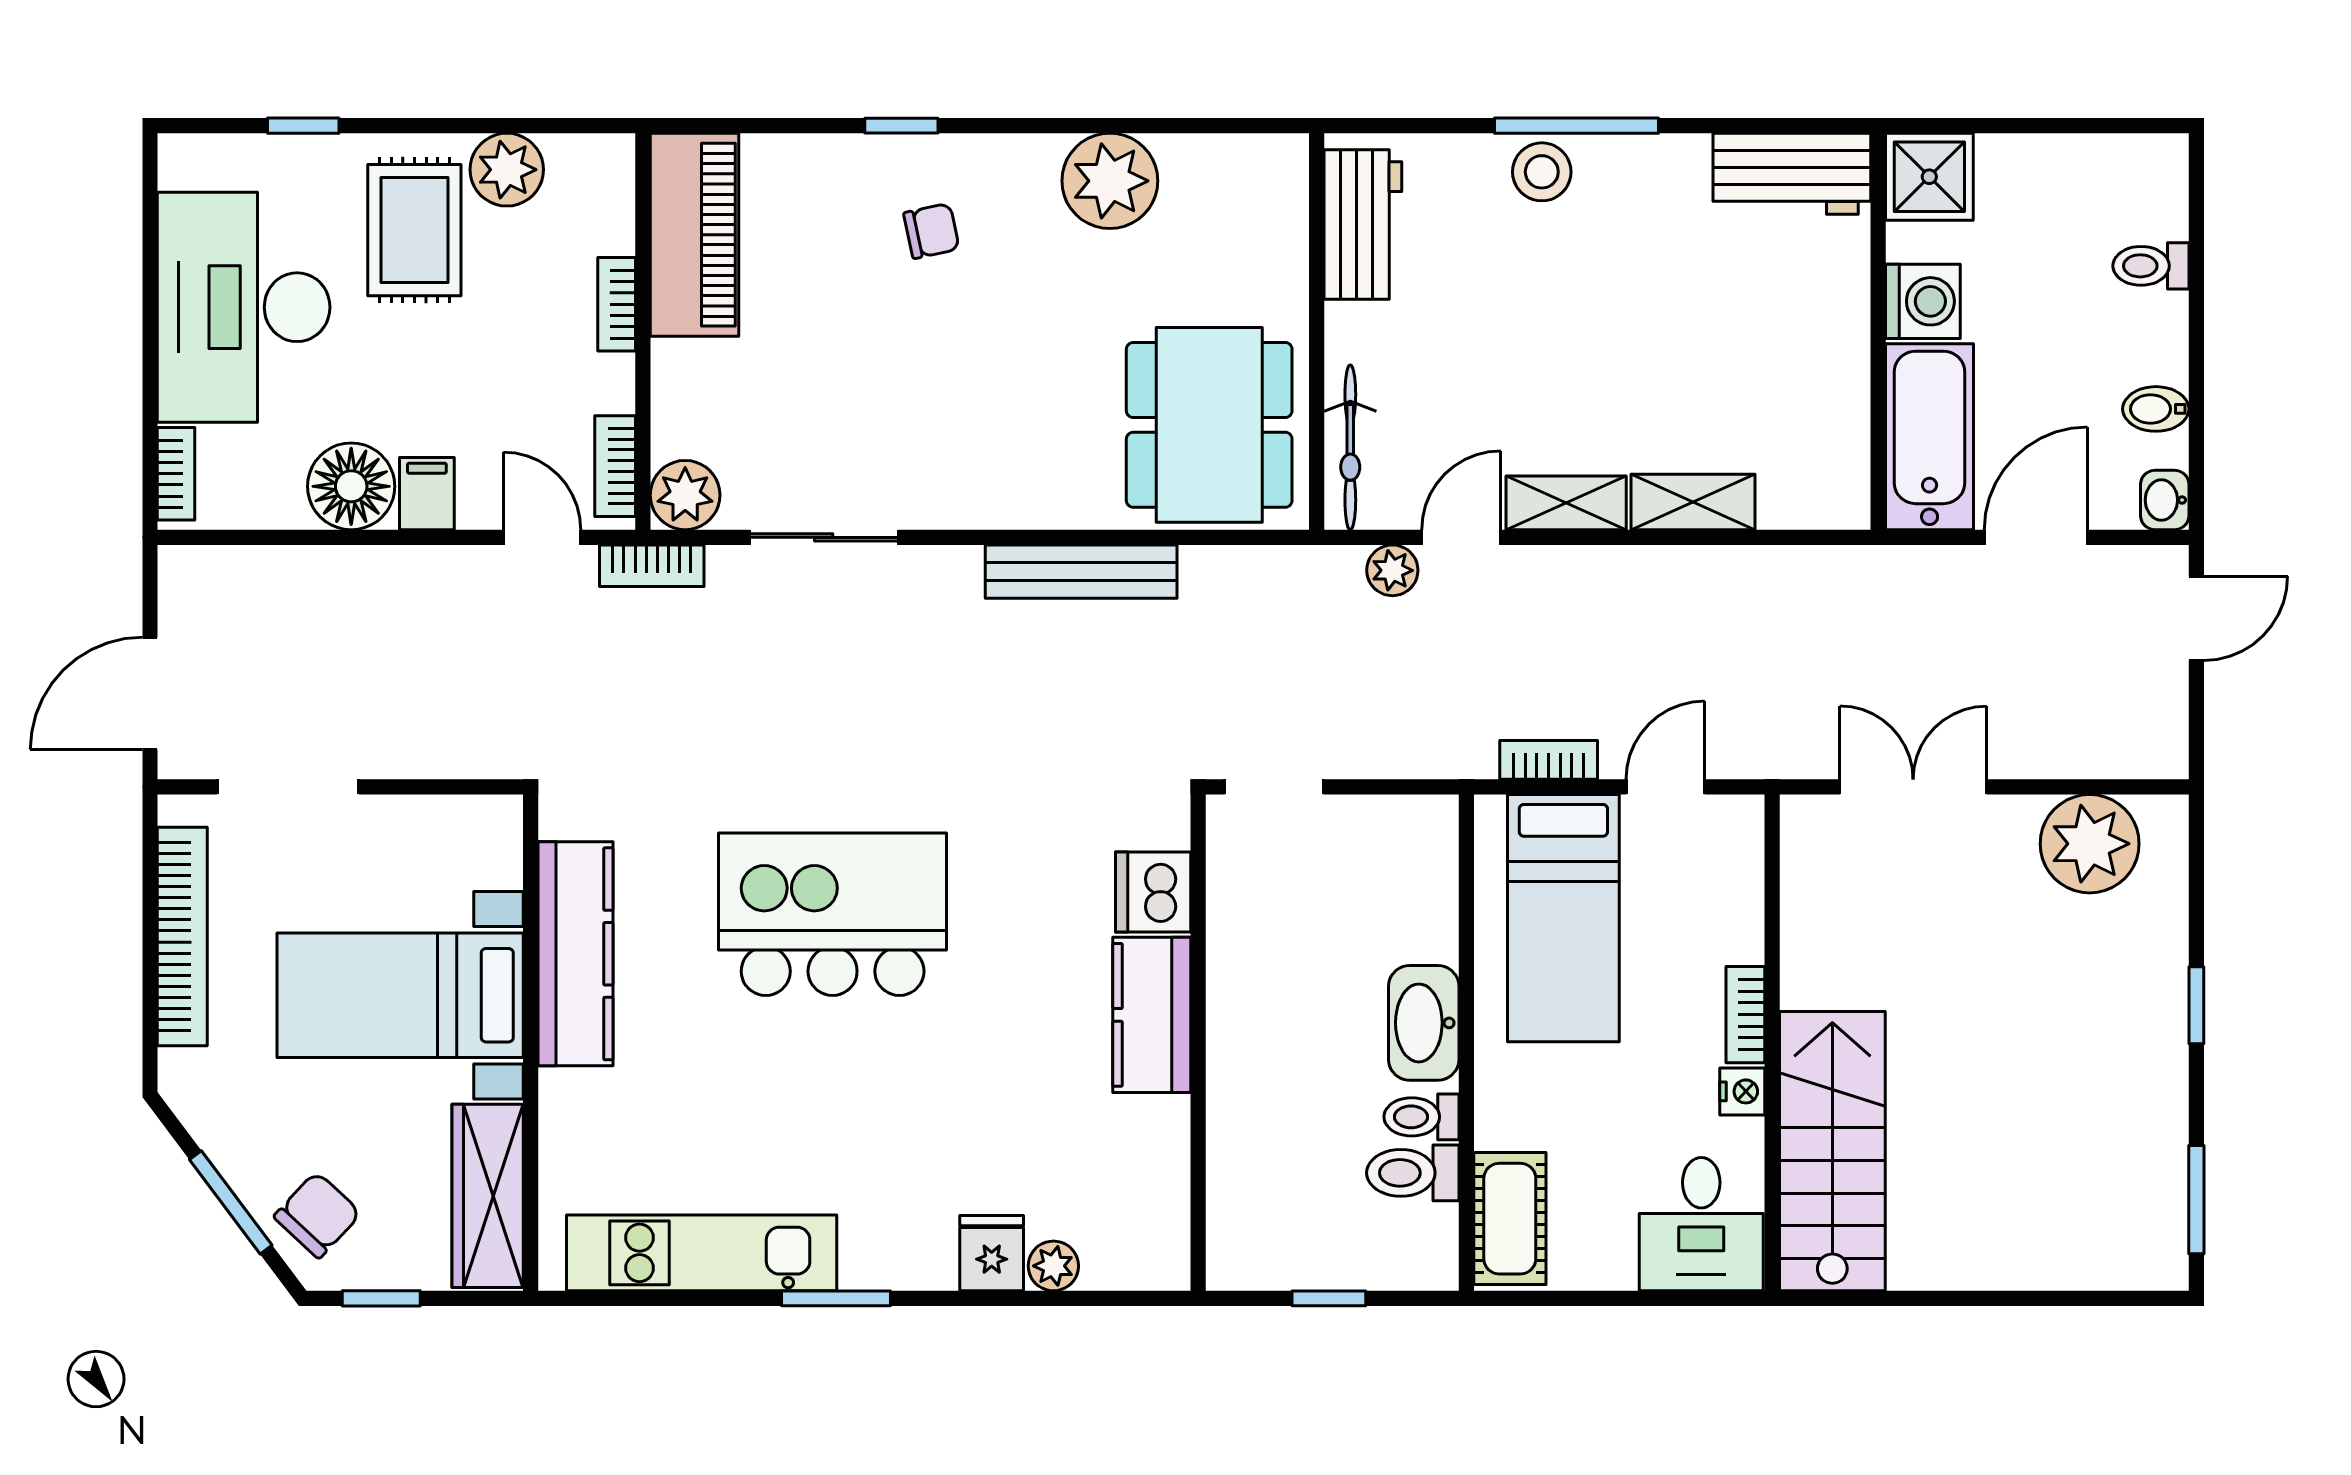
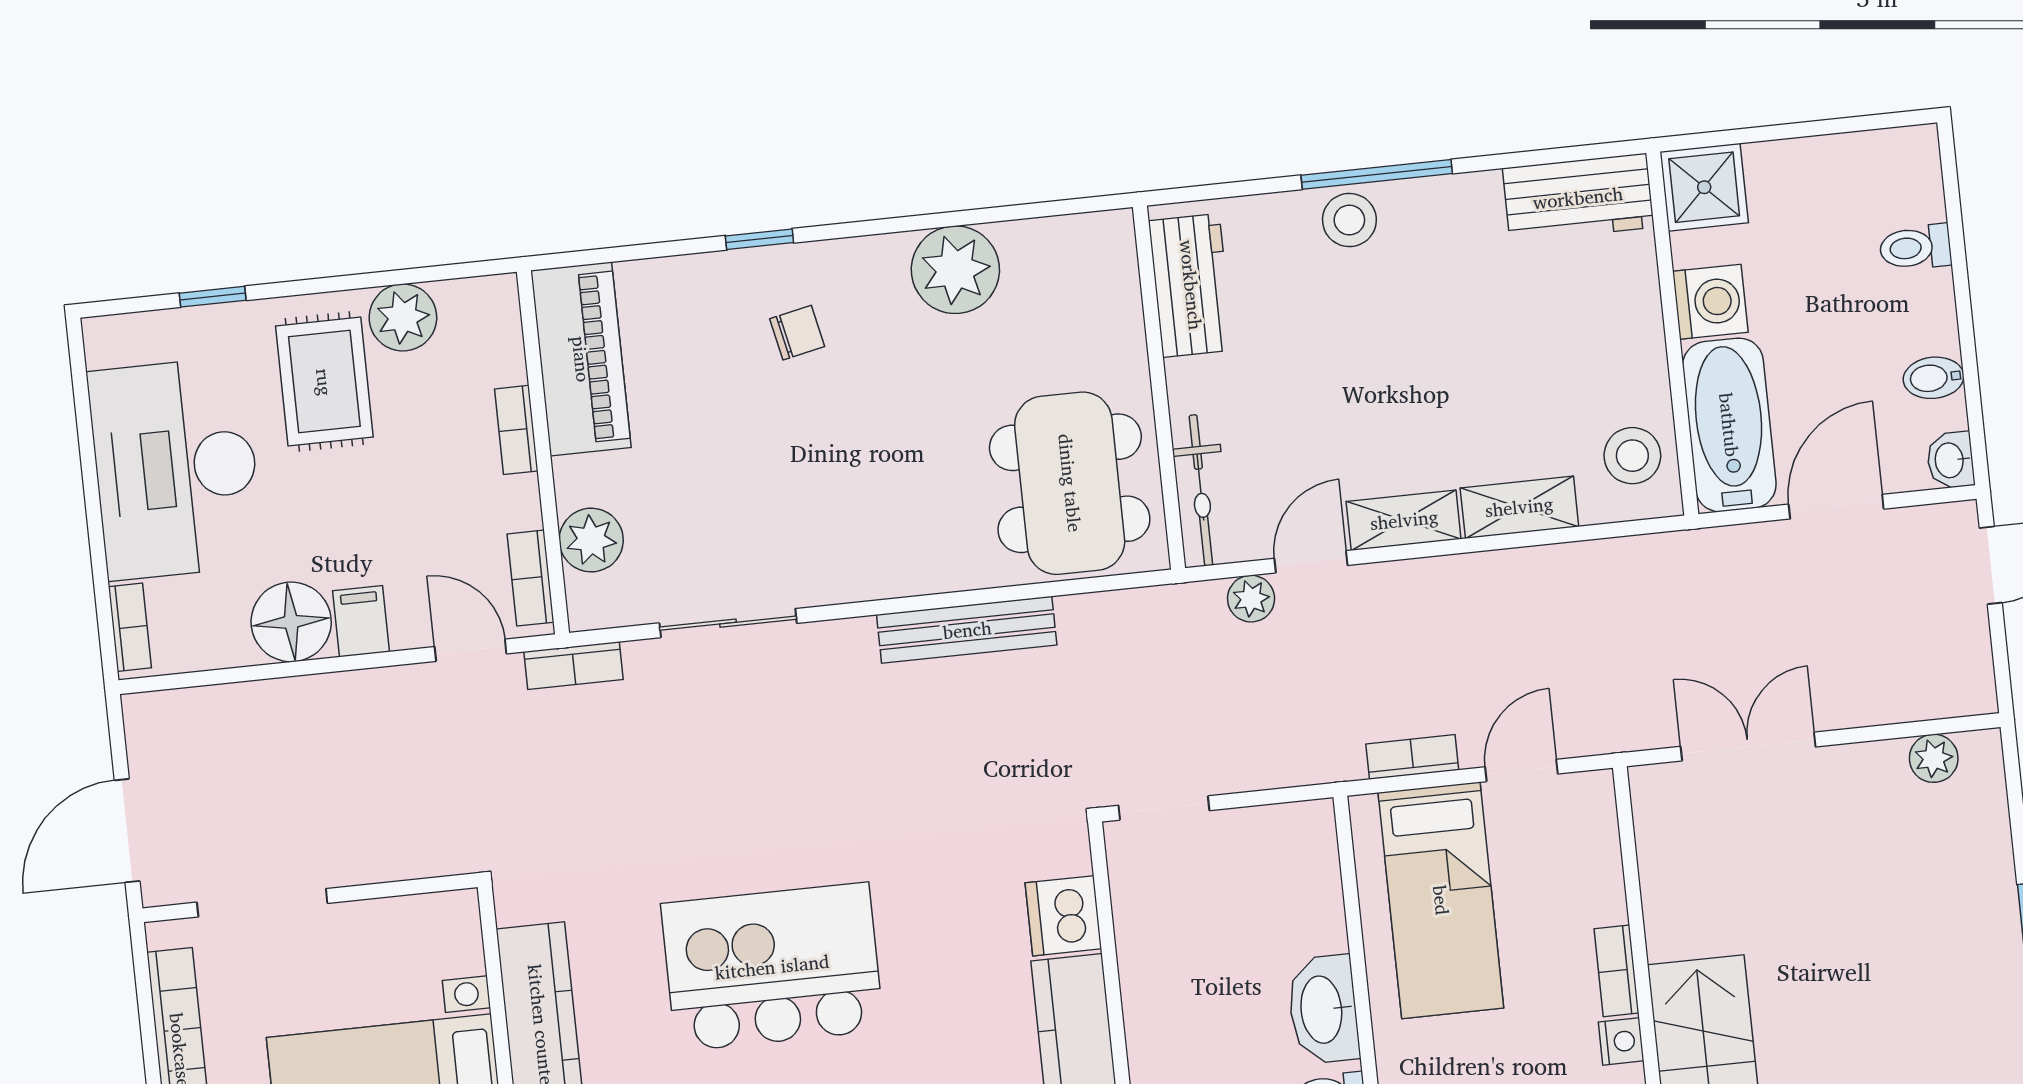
stool: (1821, 459) -> (1632, 456), added
plant: (685, 495) -> (591, 540), moved
plant: (2090, 844) -> (1934, 758), width x0.53, depth x0.53

